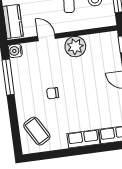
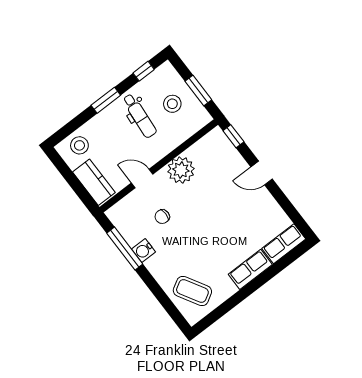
water cooler: (15, 51) -> (144, 250), moved
chair: (53, 93) -> (162, 217), moved

